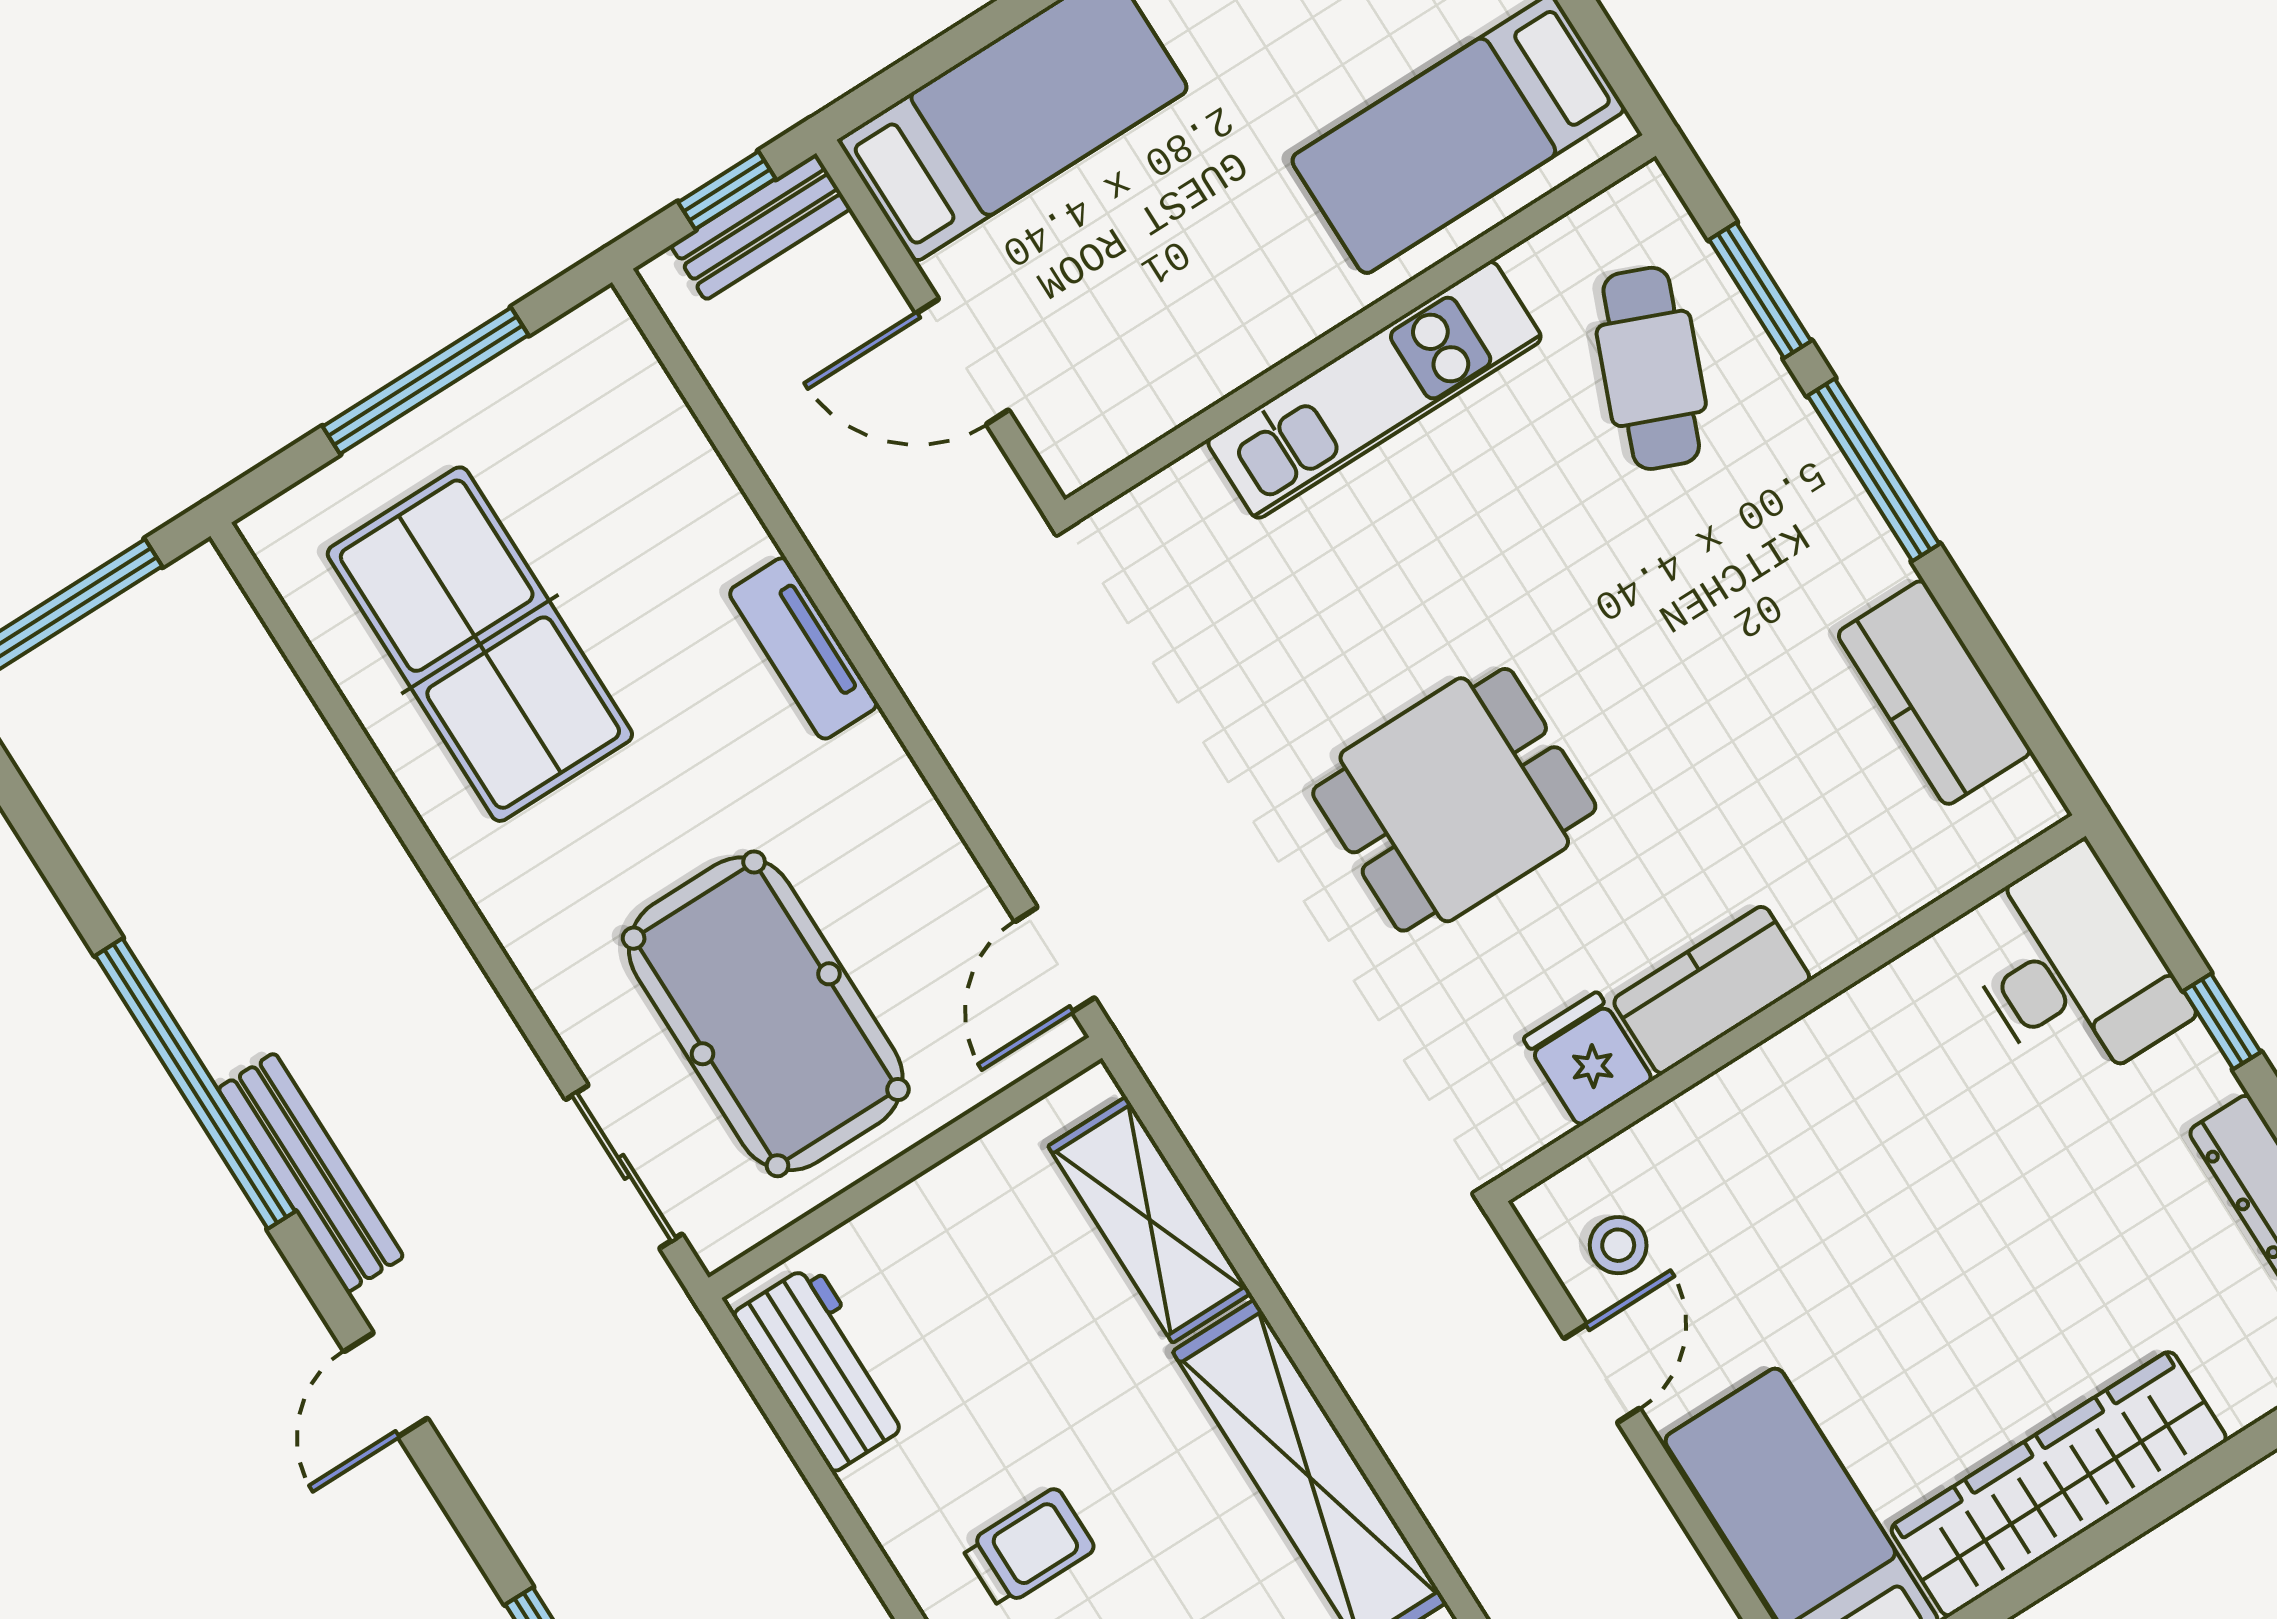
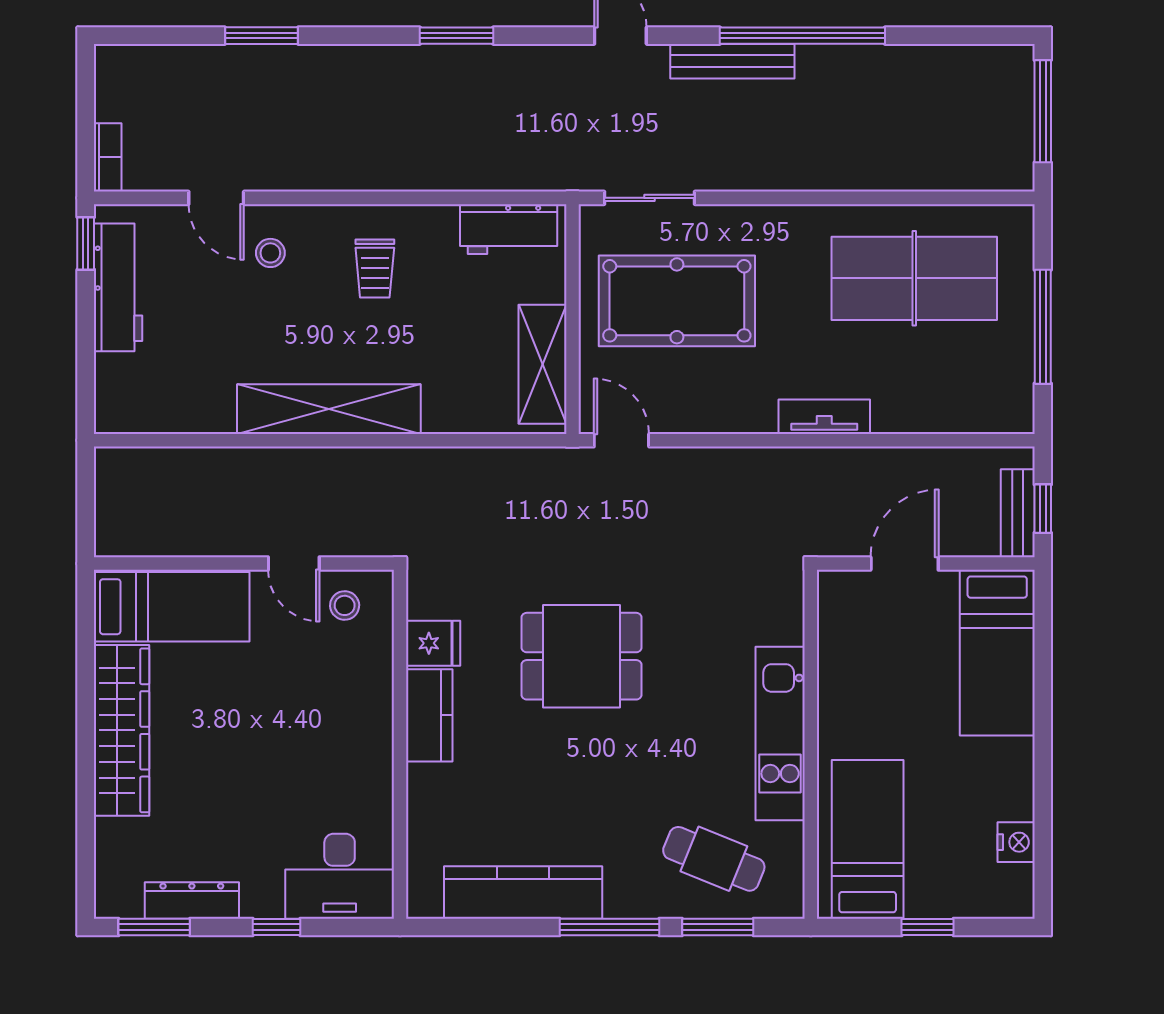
kitchen counter: (1934, 693) -> (523, 892), width x1.50
dining table: (1454, 800) -> (581, 656), turned 90
shelving: (1150, 1220) -> (542, 364), moved, turned 90

